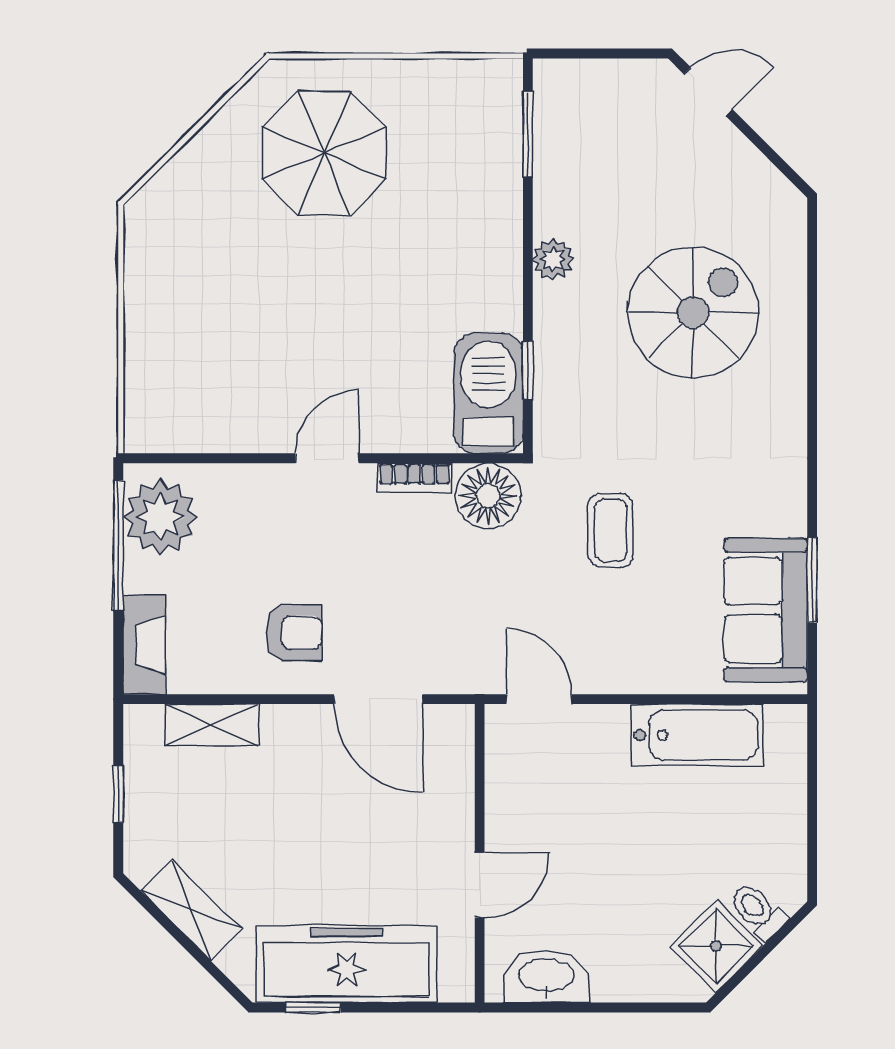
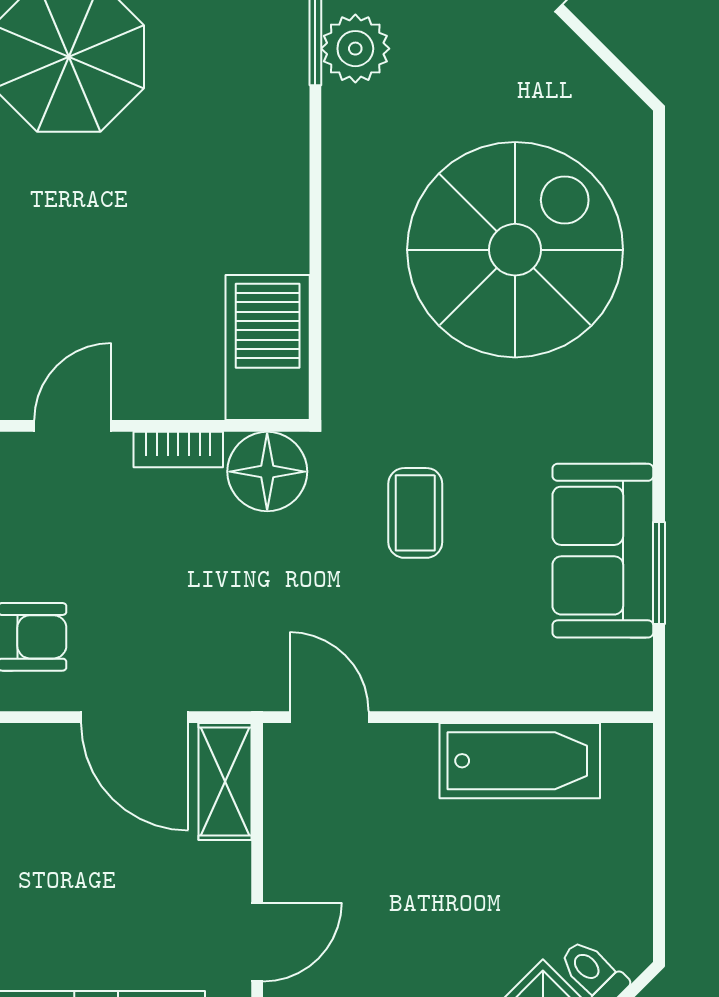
plant: (553, 259) -> (355, 49), moved, width x1.38, depth x1.38
spiral stairs: (693, 313) -> (515, 250), width x1.37, depth x1.37
window: (528, 370) -> (315, 320), removed
sofa: (766, 610) -> (603, 551), moved
shelving: (453, 752) -> (225, 782), added

